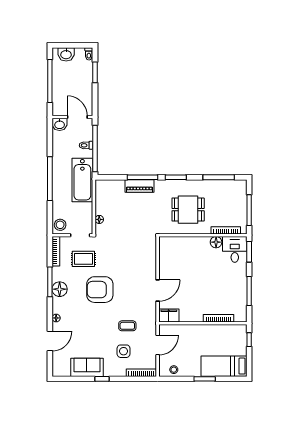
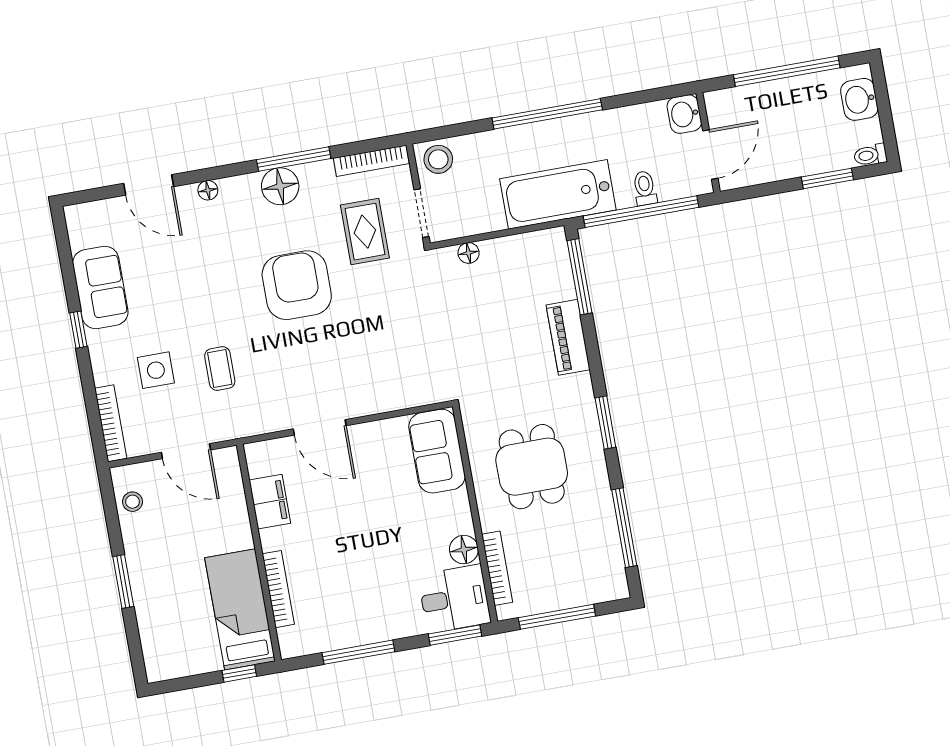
window: (143, 177) -> (580, 277), moved
sofa: (175, 246) -> (437, 451), added
filing cabinet: (169, 315) -> (270, 502), moved
bed: (224, 366) -> (240, 609), moved

